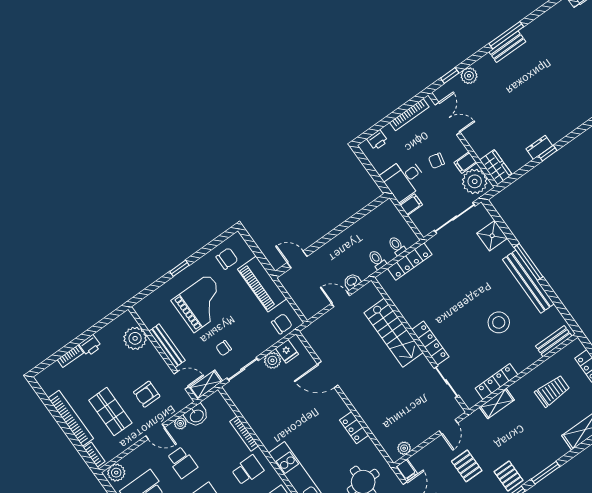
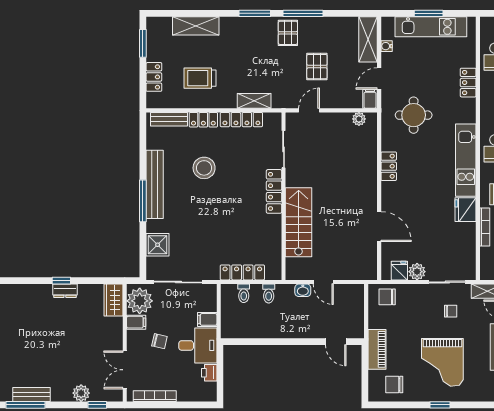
printer: (377, 140) -> (209, 373), moved, turned -90
piano: (262, 284) -> (377, 349), width x0.73, depth x0.75
grand piano: (201, 303) -> (442, 362), turned -90
locker: (526, 360) -> (203, 120), added
fridge: (269, 437) -> (466, 210), added

